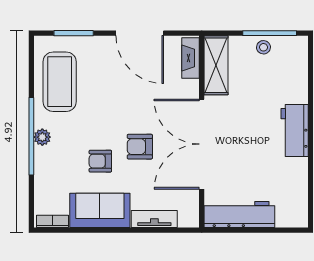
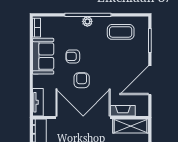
fireplace: (191, 58) -> (123, 111), moved
coffee table: (60, 82) -> (121, 32), width x0.73, depth x0.76
armchair: (100, 161) -> (73, 56), turned -90
tv unit: (154, 219) -> (38, 102), moved

